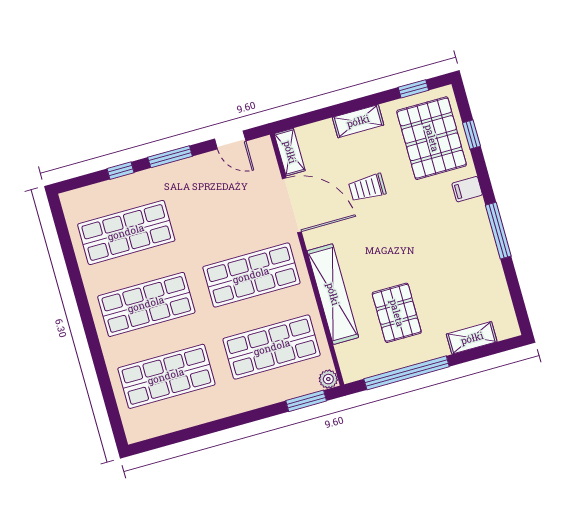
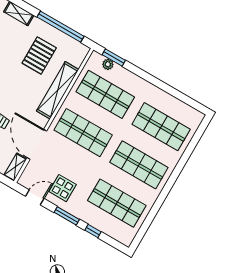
door: (230, 140) -> (35, 197), hinge flipped
display table: (209, 184) -> (63, 188), added
plant: (328, 379) -> (108, 64), moved

